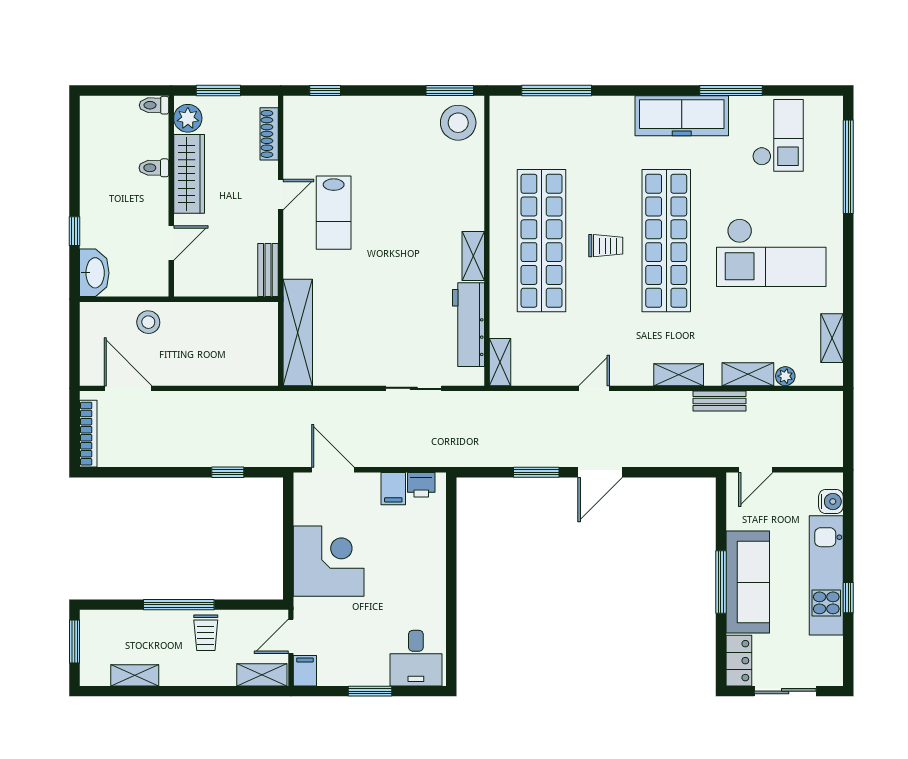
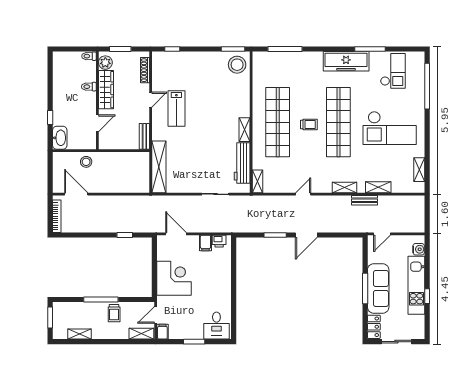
plant: (785, 376) -> (396, 188), removed

